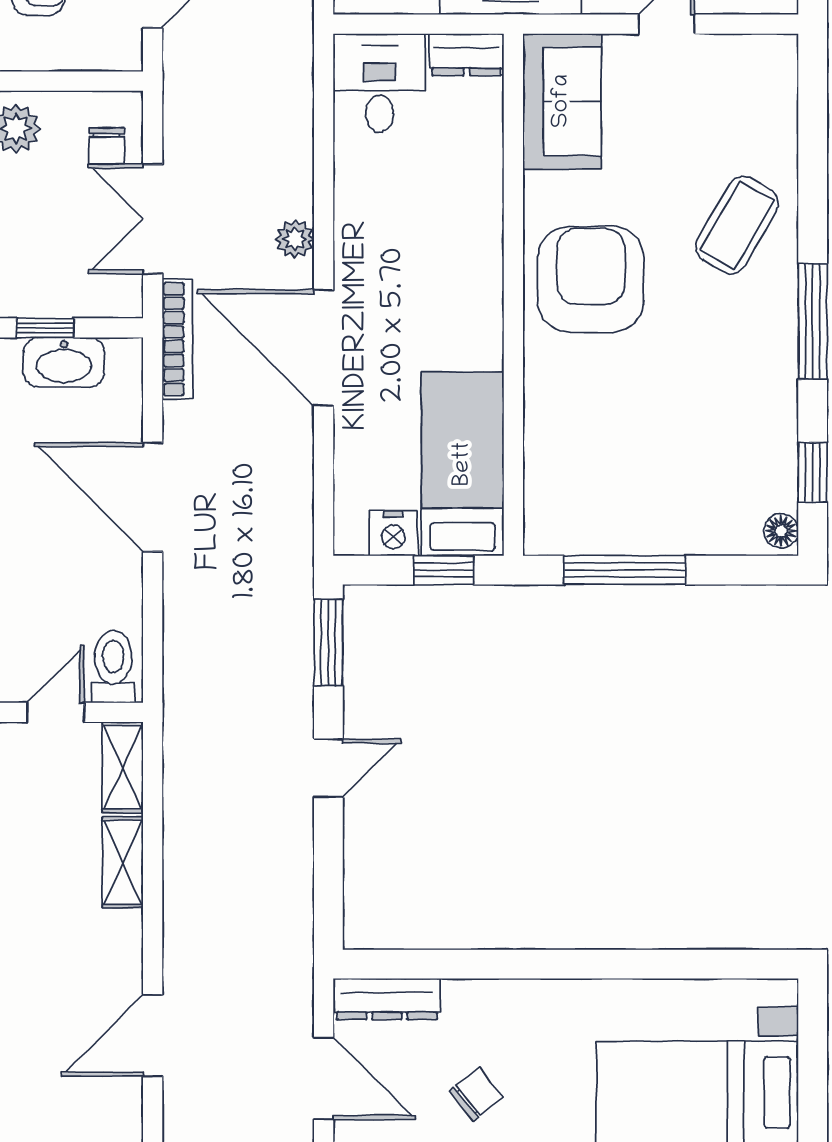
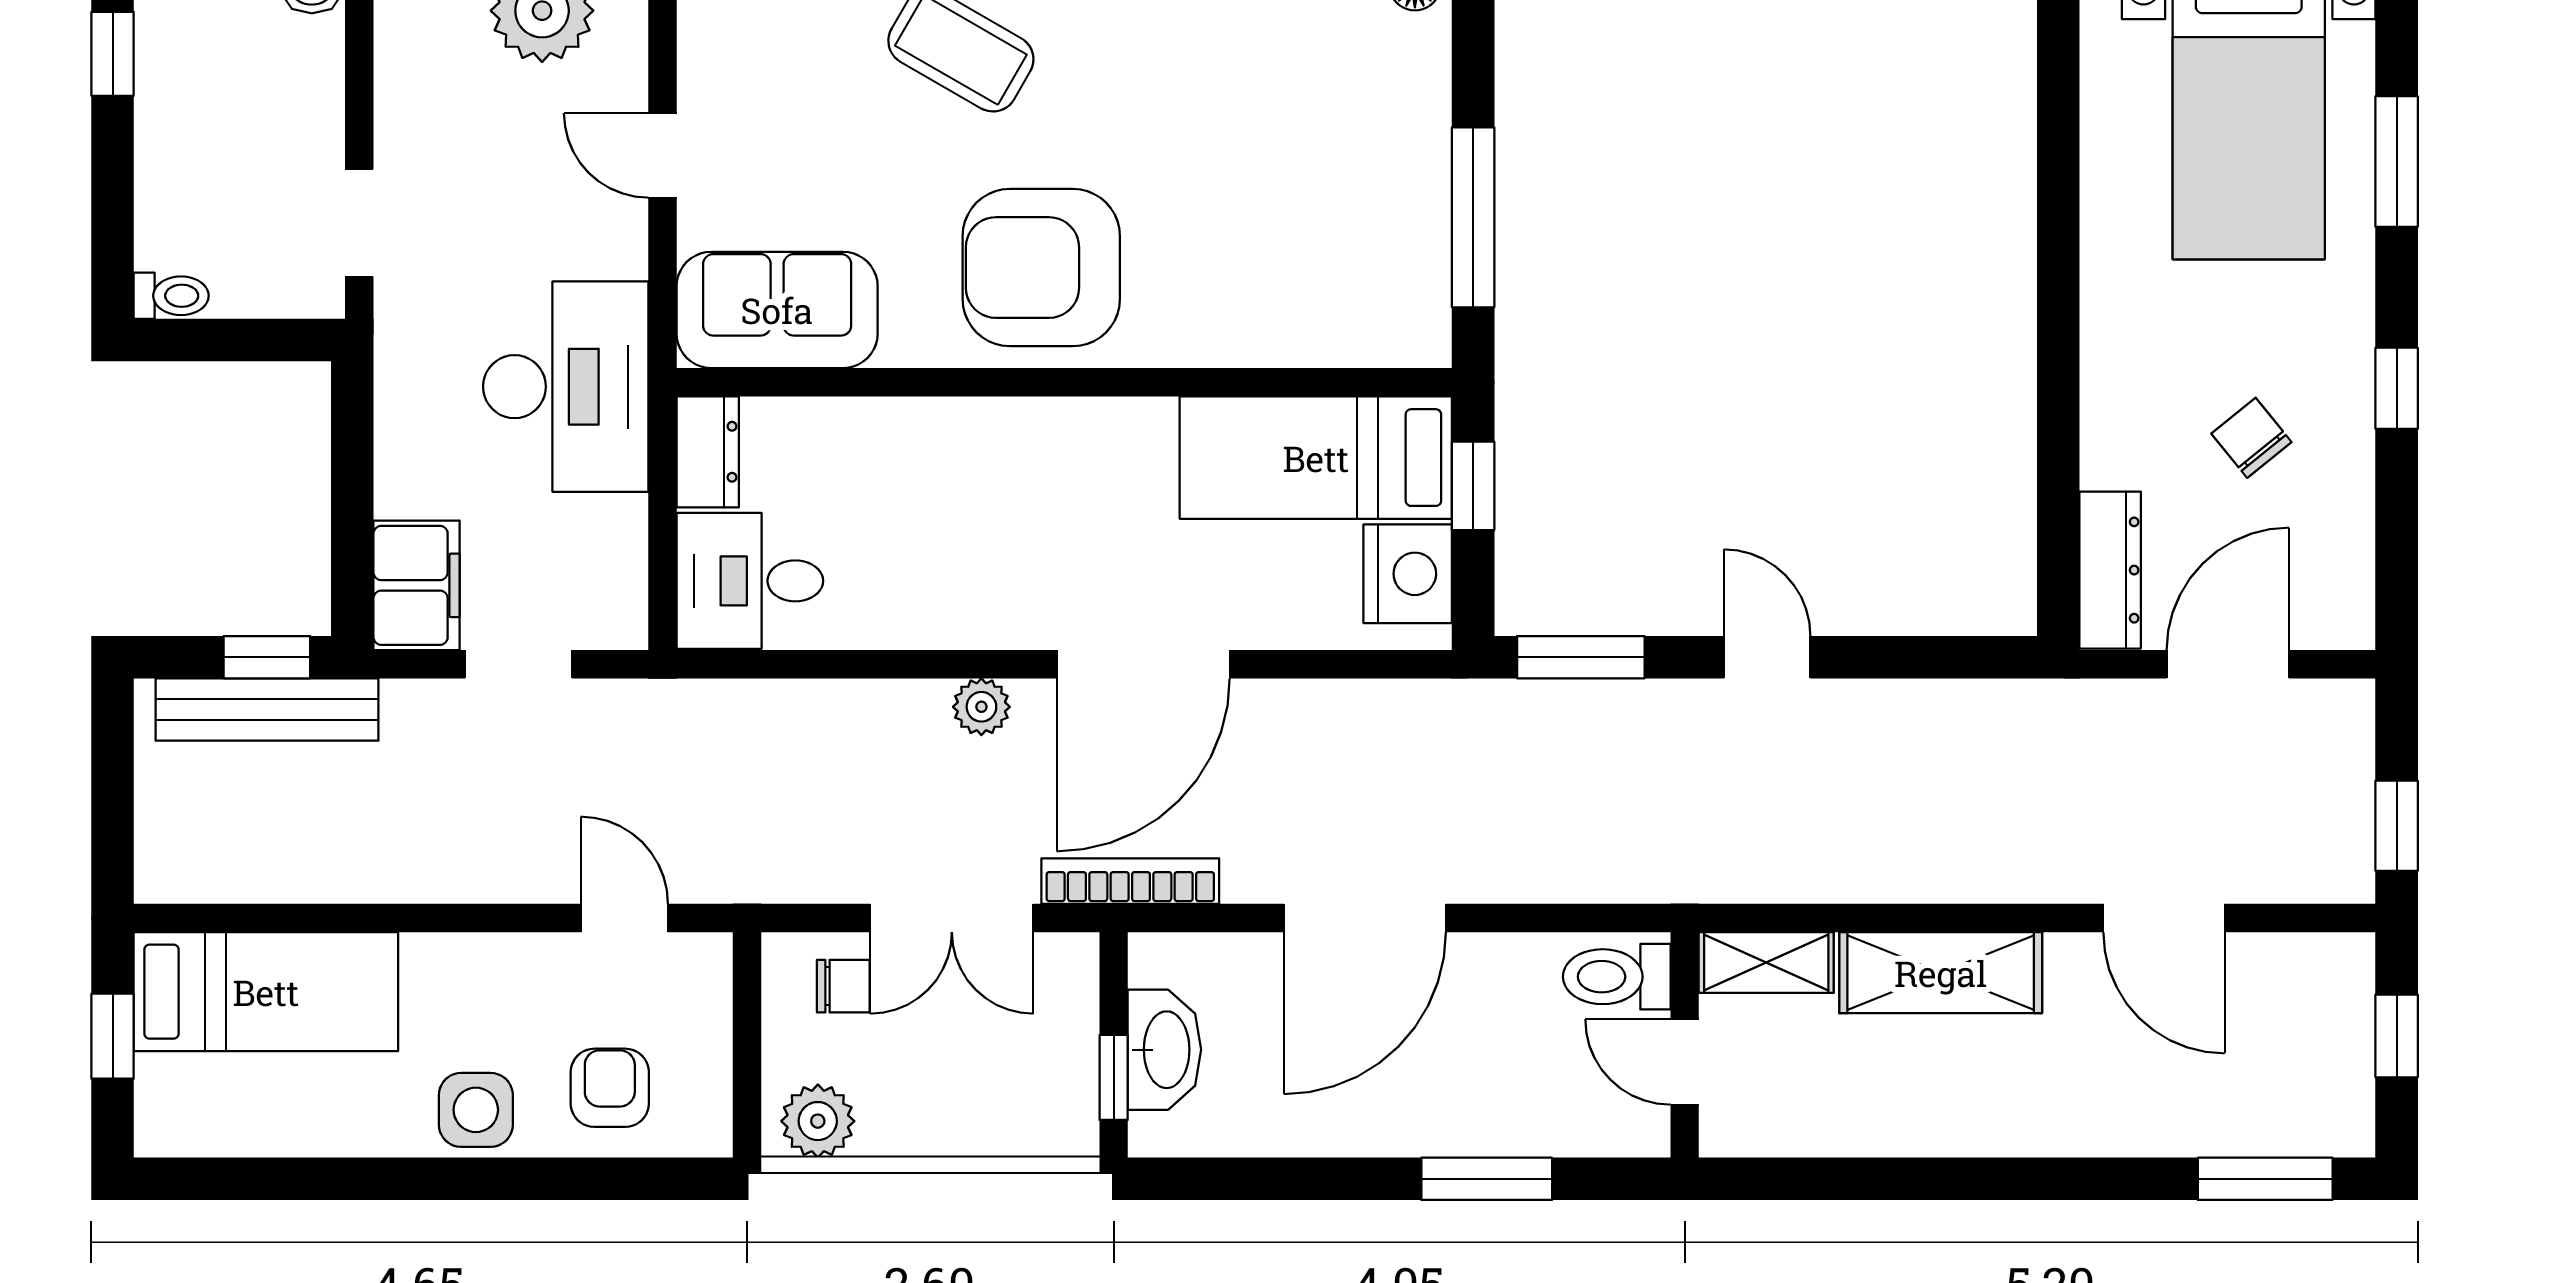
nightstand: (393, 533) -> (1408, 574), width x1.36, depth x1.33
shelving: (123, 862) -> (1941, 973), width x1.50, depth x1.33

